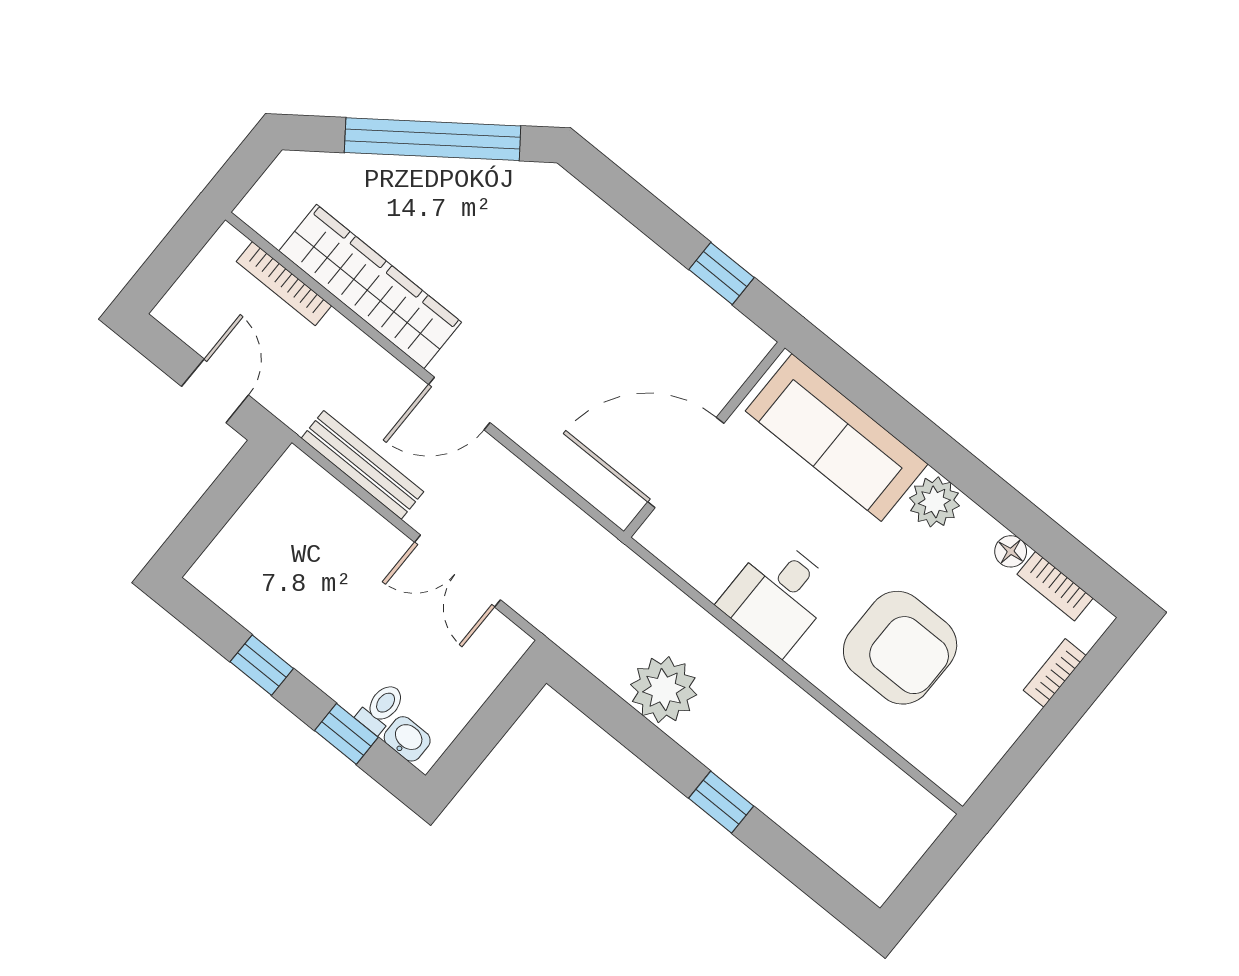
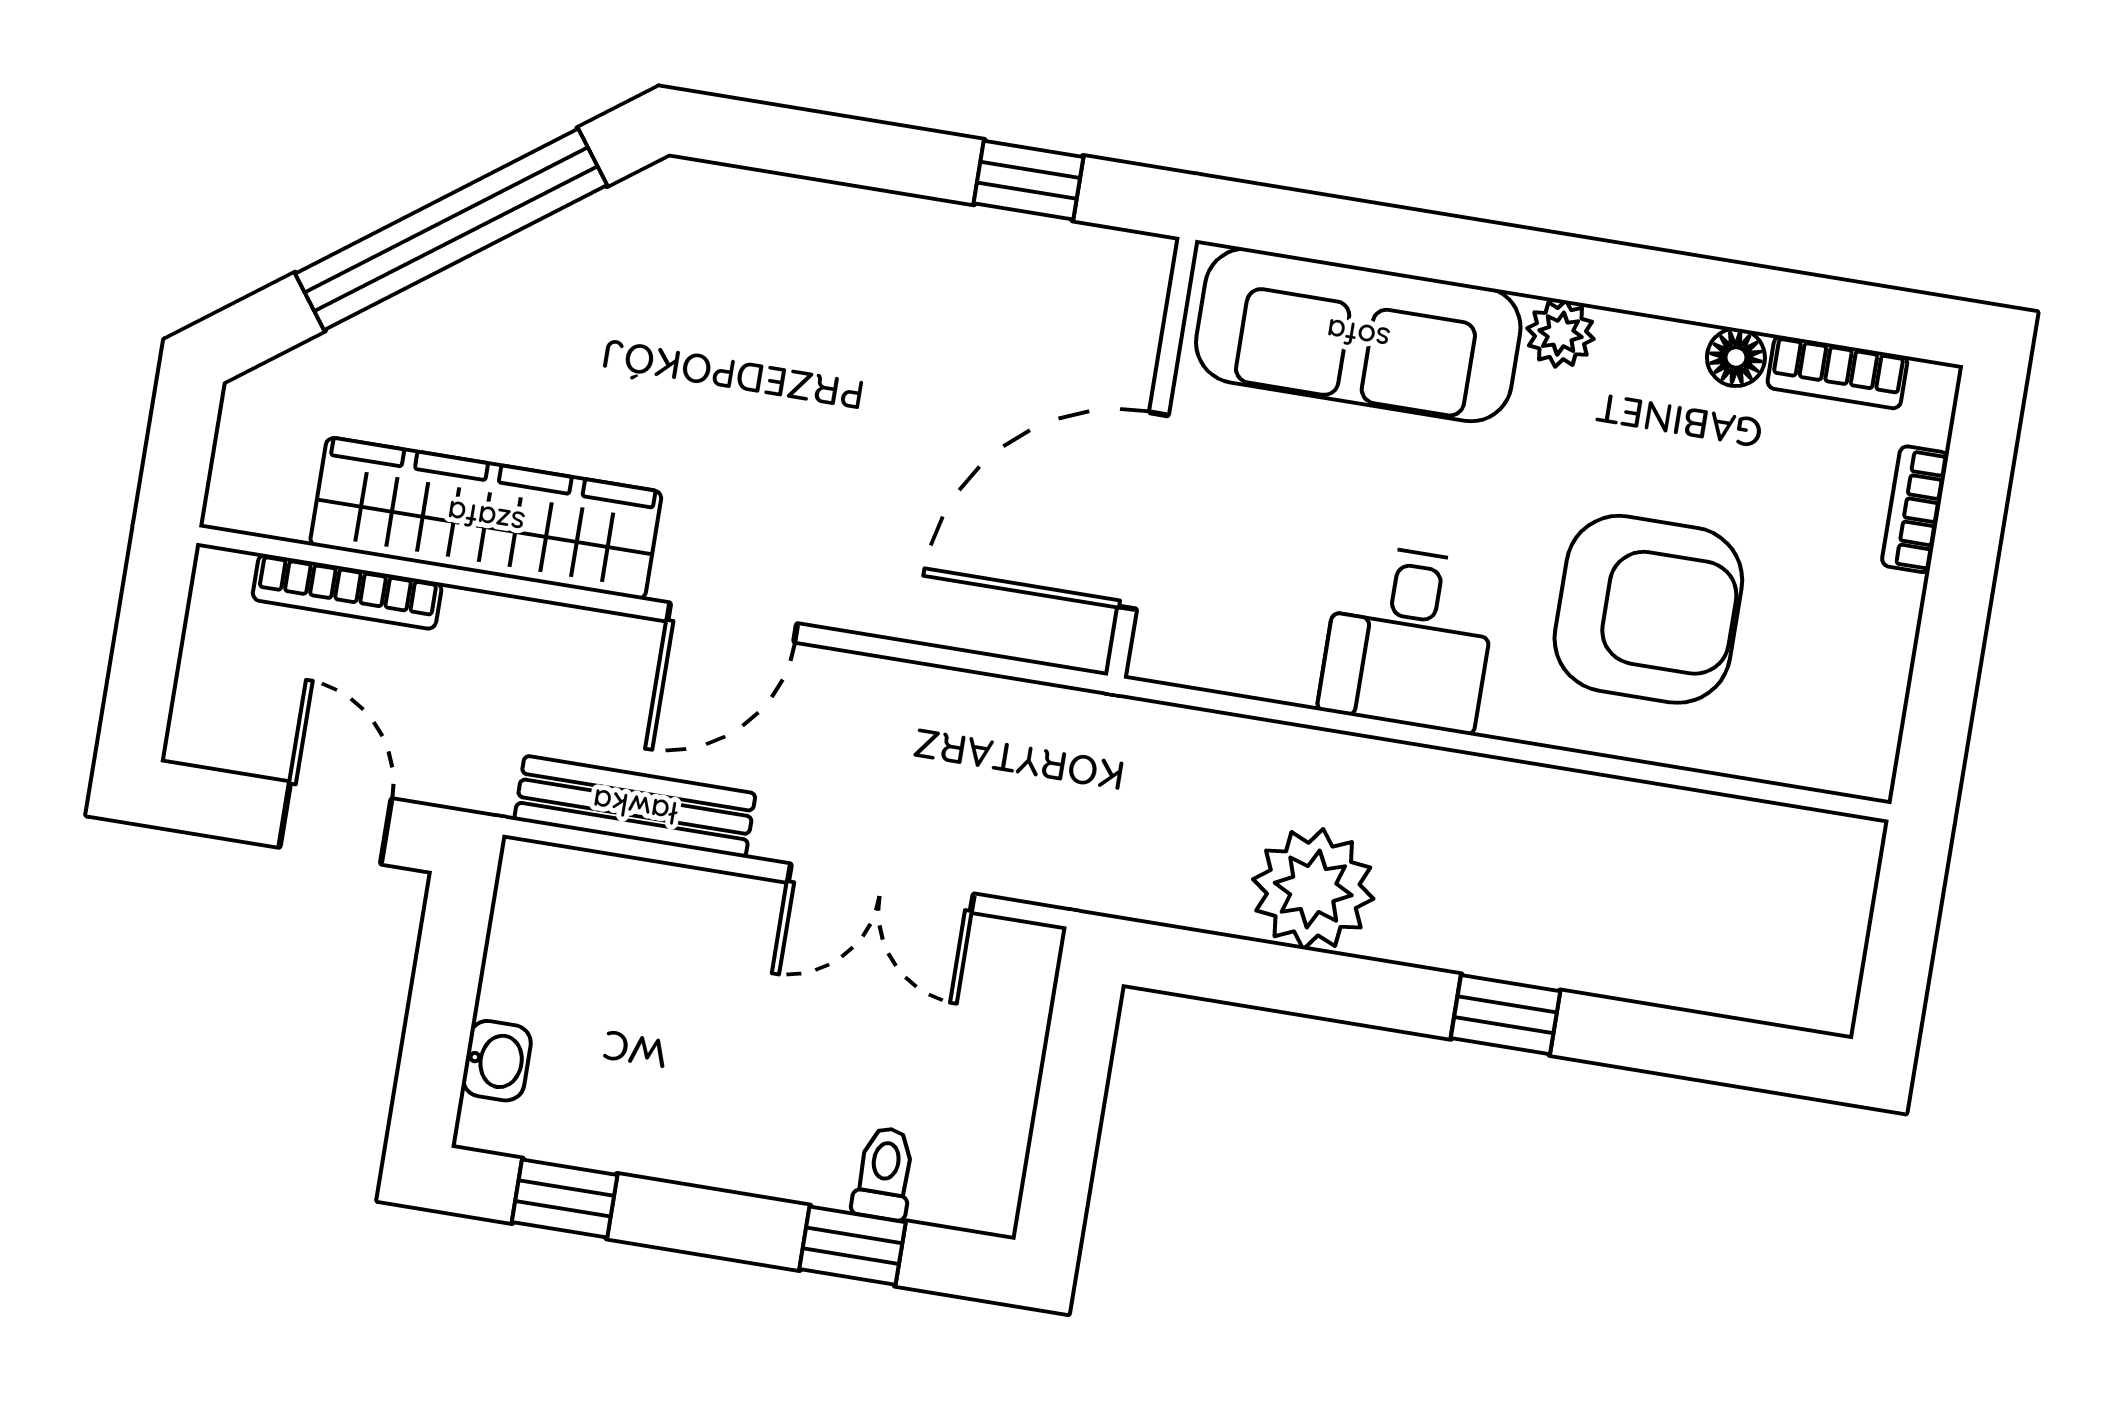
plant: (934, 502) -> (1560, 334), width x0.73, depth x0.73
window: (262, 665) -> (565, 1199), moved
washbasin: (407, 739) -> (497, 1061), moved, turned 90

